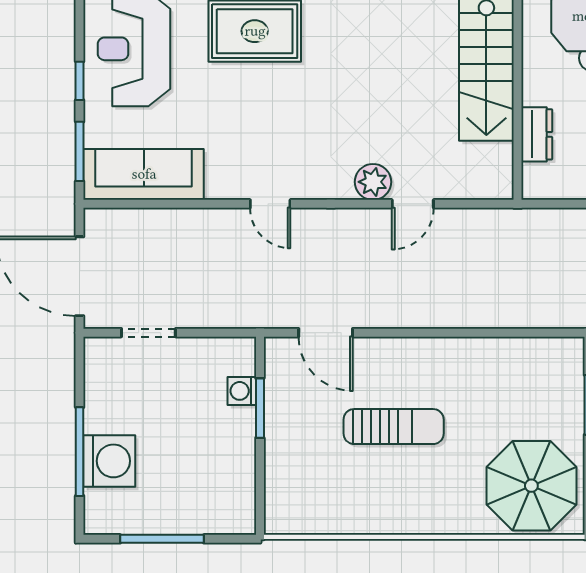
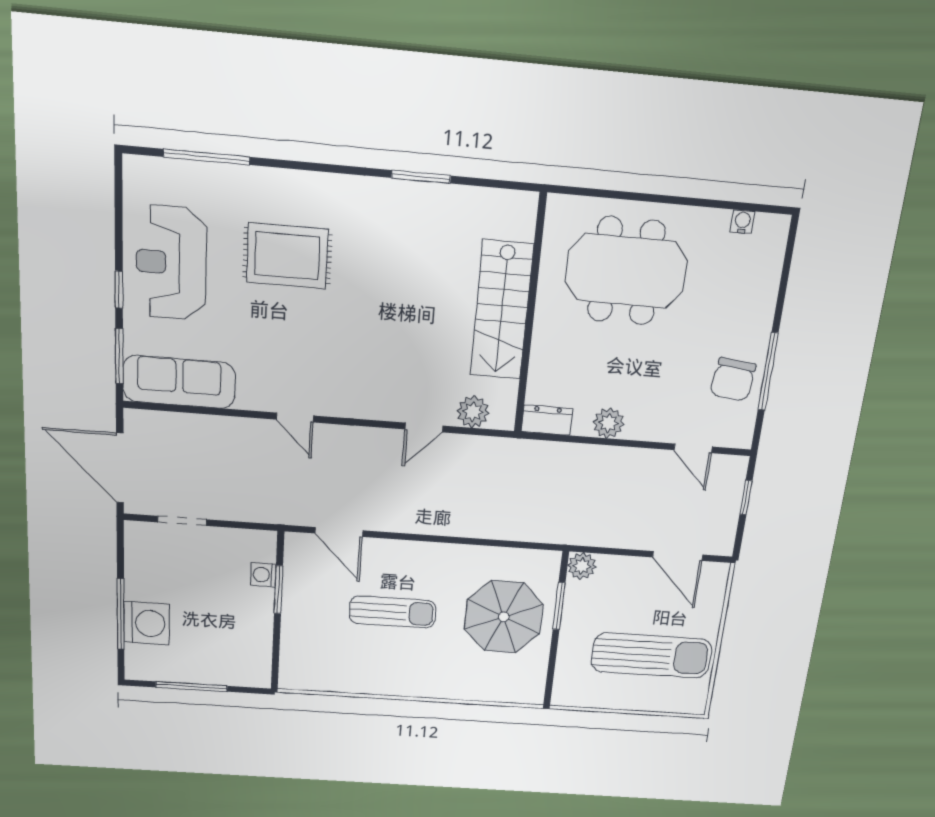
dresser: (537, 134) -> (547, 420), moved, turned -90
plant: (373, 182) -> (473, 412), moved
parasol: (531, 486) -> (504, 617), moved

